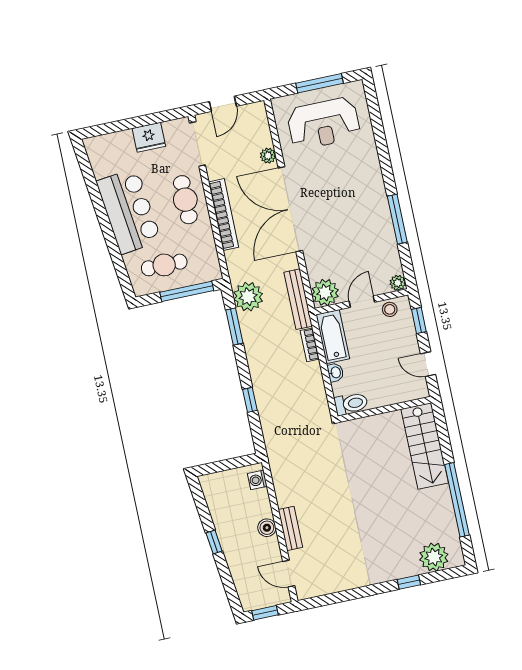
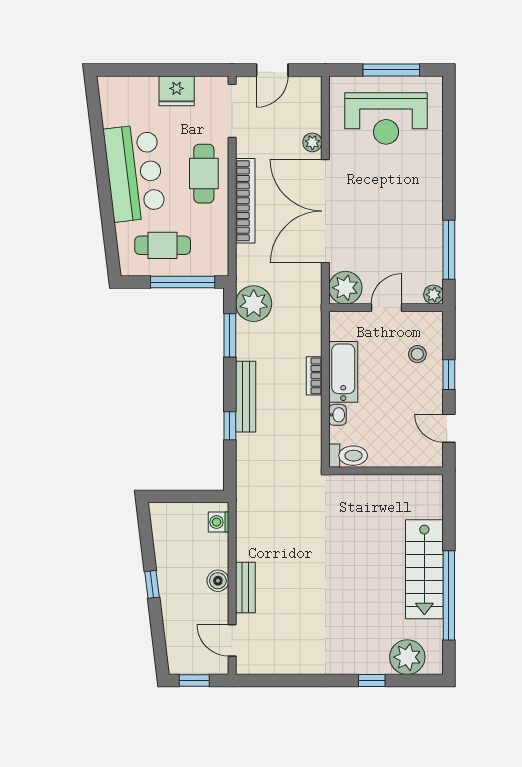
plant: (398, 283) -> (433, 295), moved
plant: (325, 292) -> (345, 288), moved
bench: (298, 299) -> (246, 397), moved
wall: (361, 302) -> (386, 308), moved
door: (362, 302) -> (387, 308), moved
stairs: (425, 446) -> (424, 569), moved

